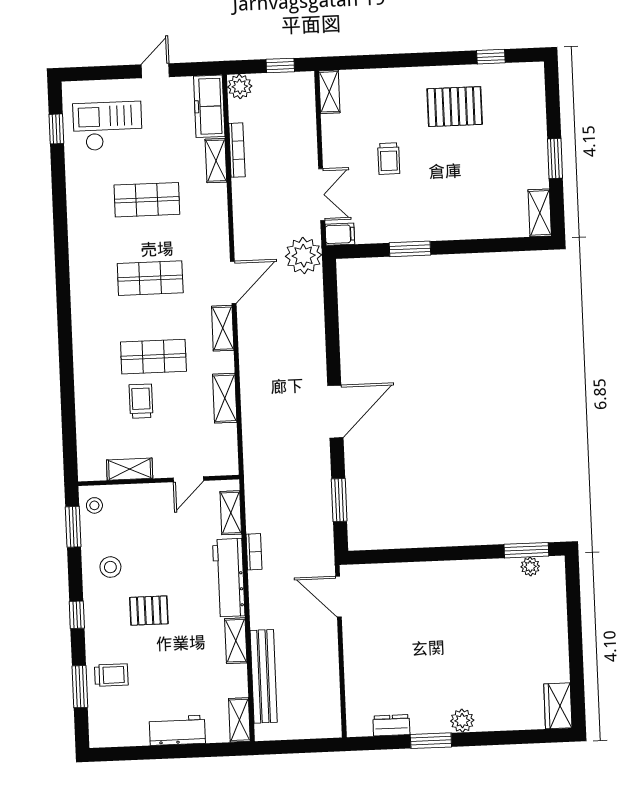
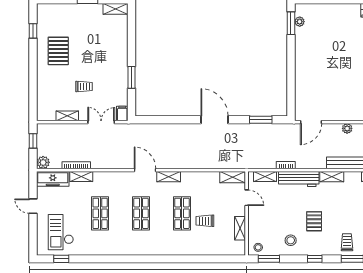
shelving: (329, 92) -> (67, 116), moved
plant: (304, 256) -> (347, 128), moved, width x0.53, depth x0.53
shelving: (225, 398) -> (233, 177), moved

